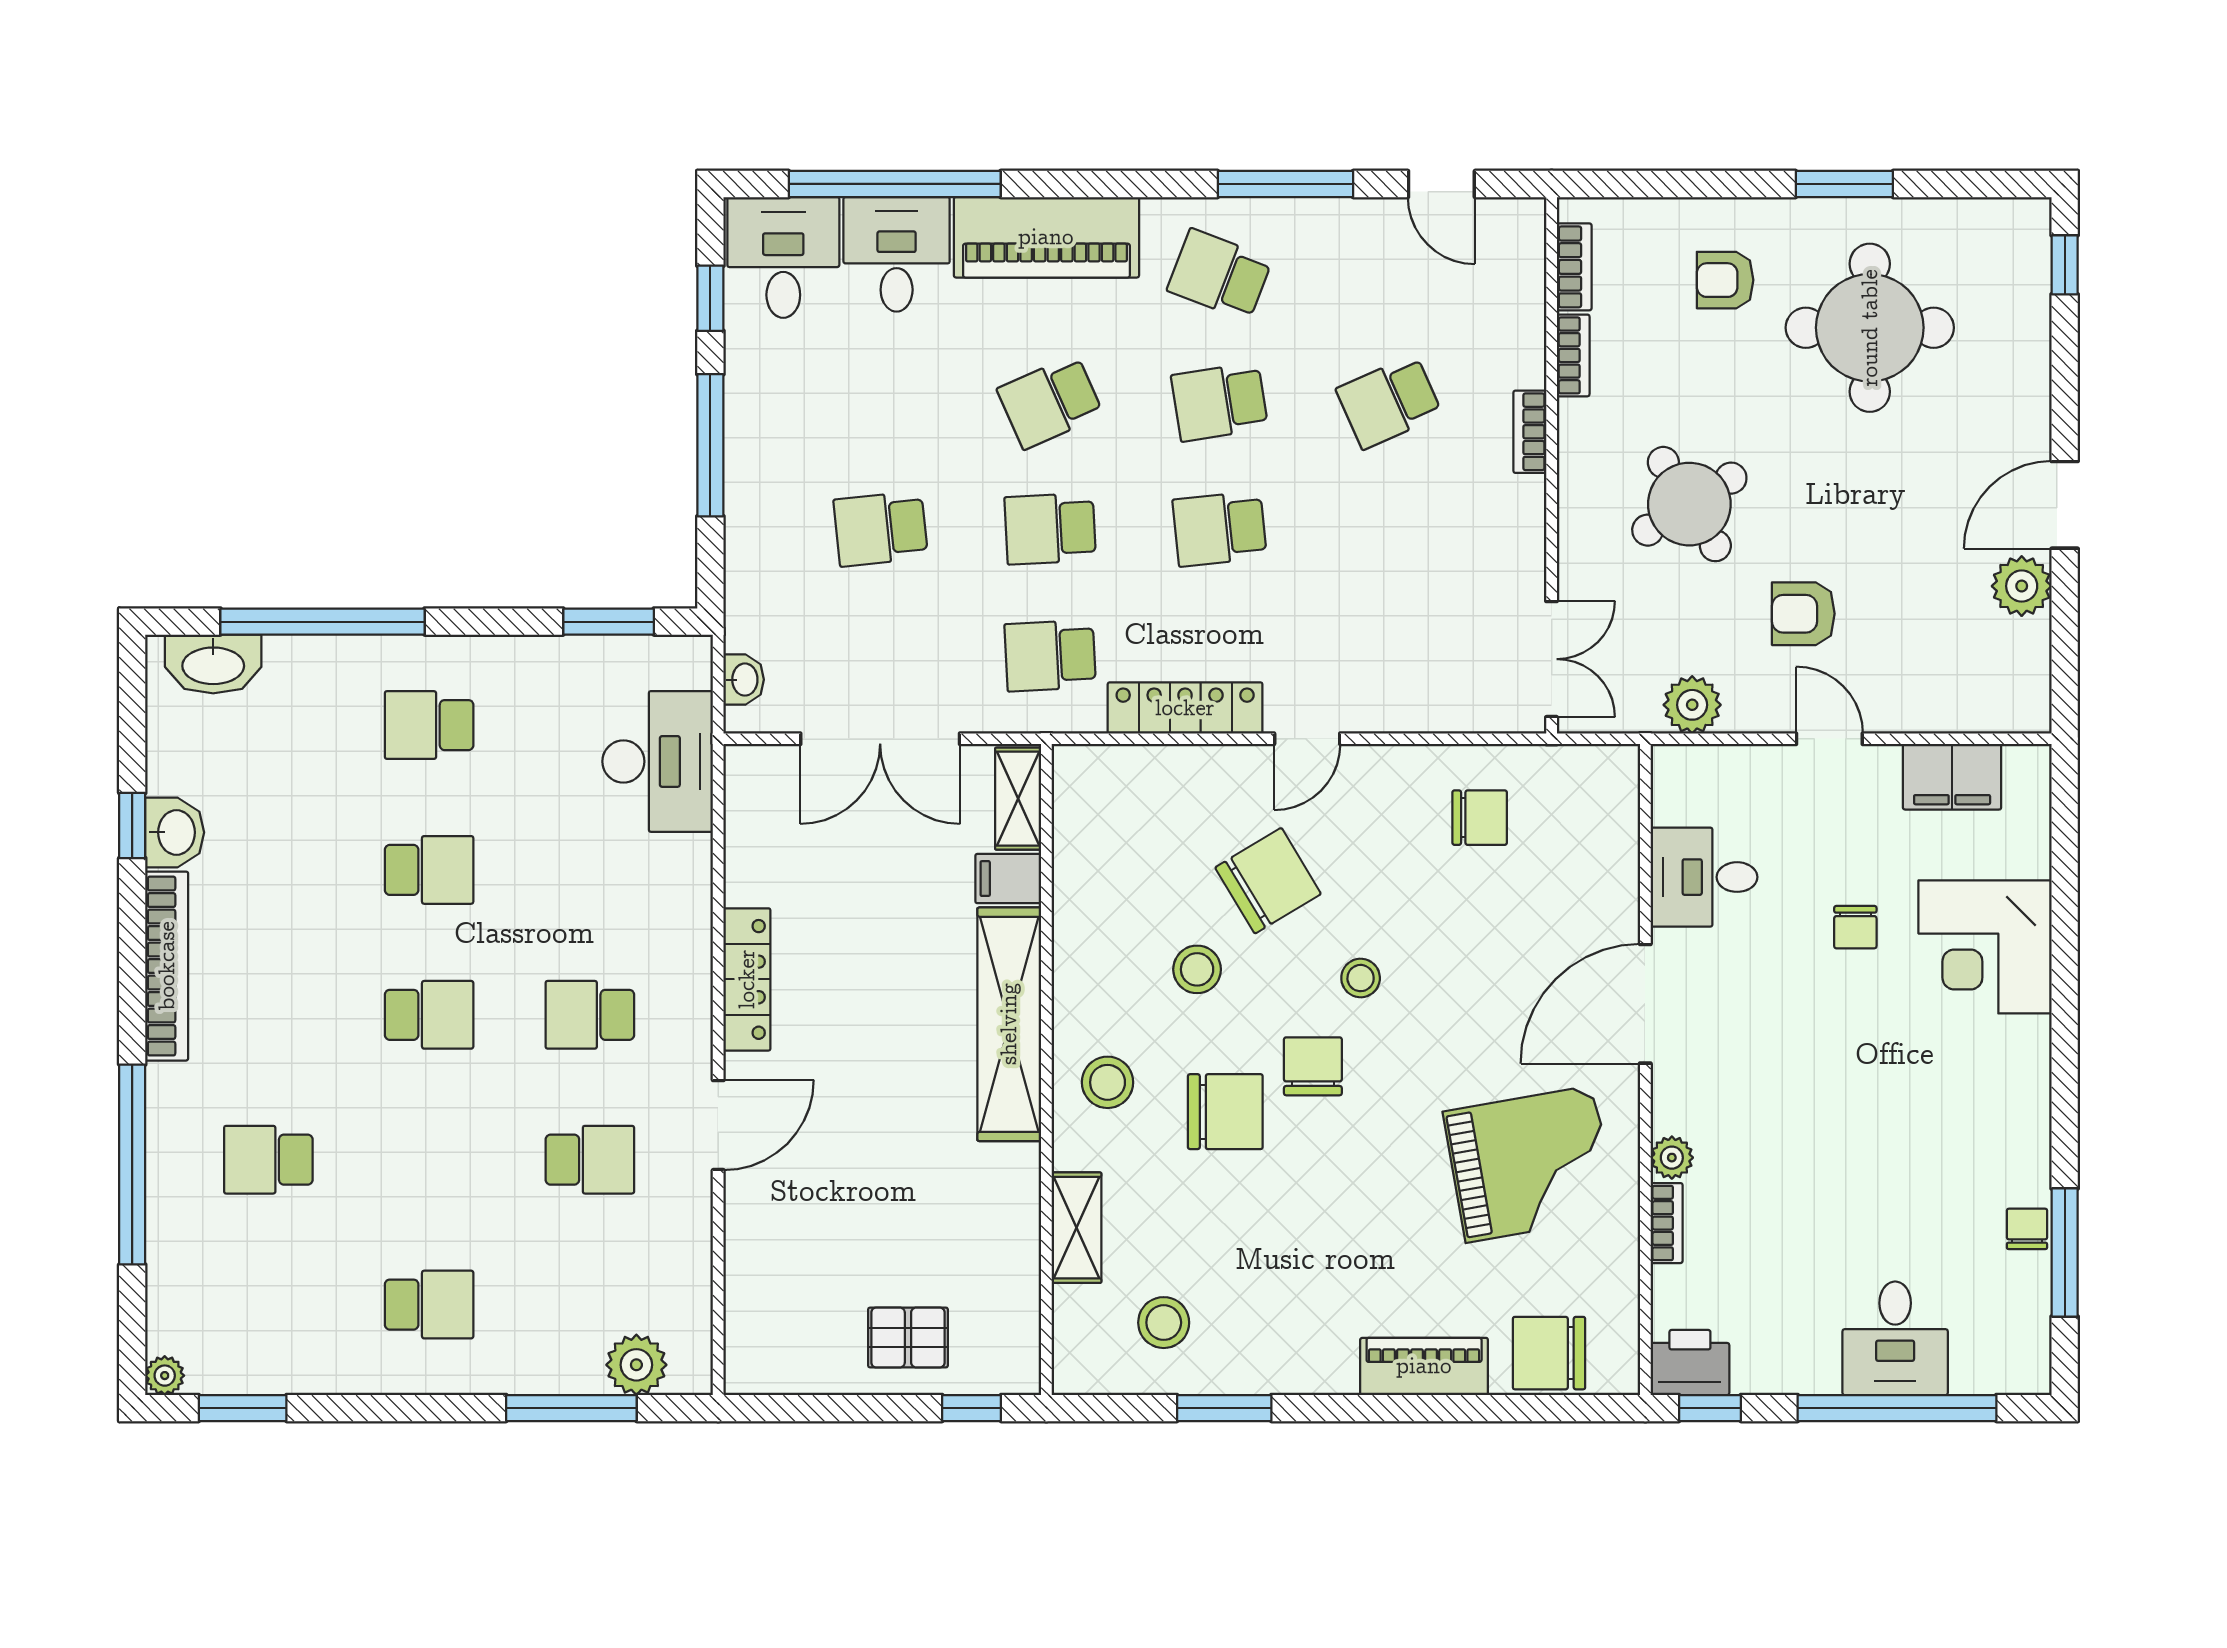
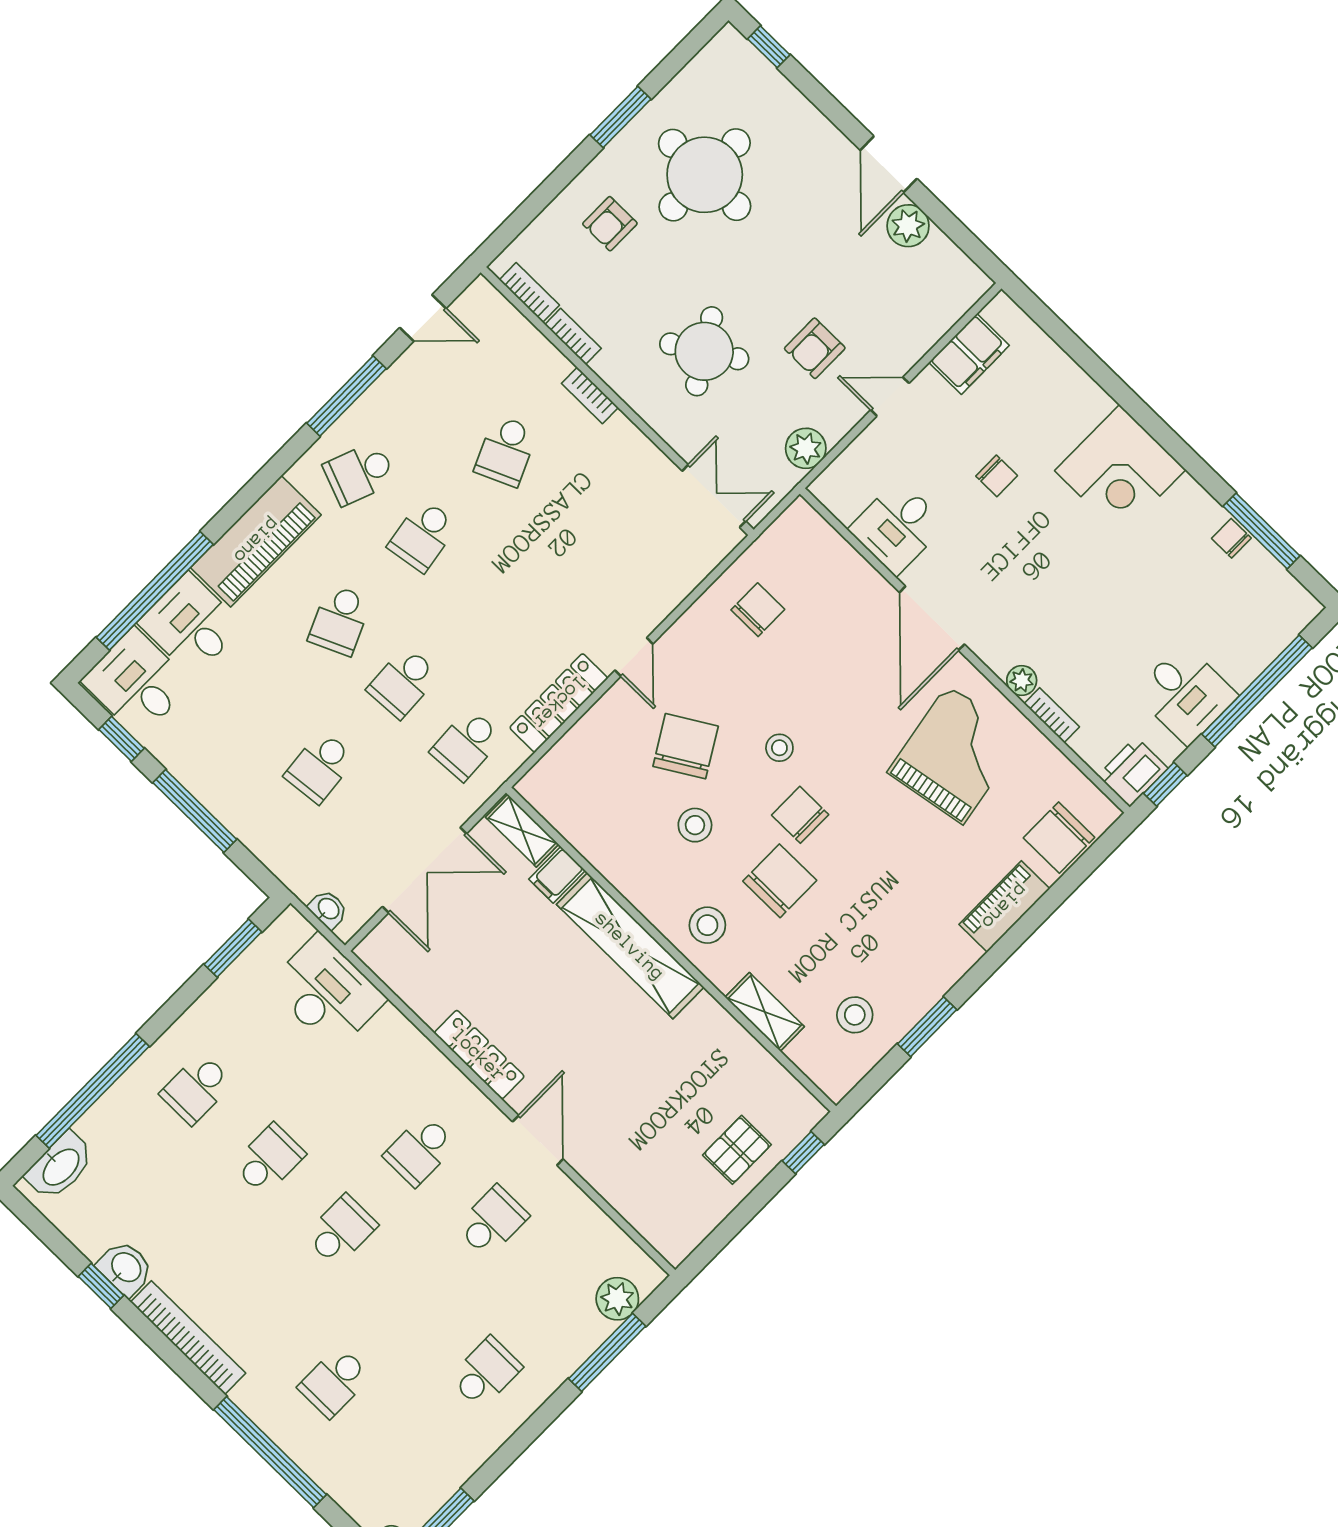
school desk: (1220, 529) -> (486, 598), removed
corner desk: (1985, 947) -> (1120, 470), moved
desk: (1895, 1338) -> (1186, 694), moved

